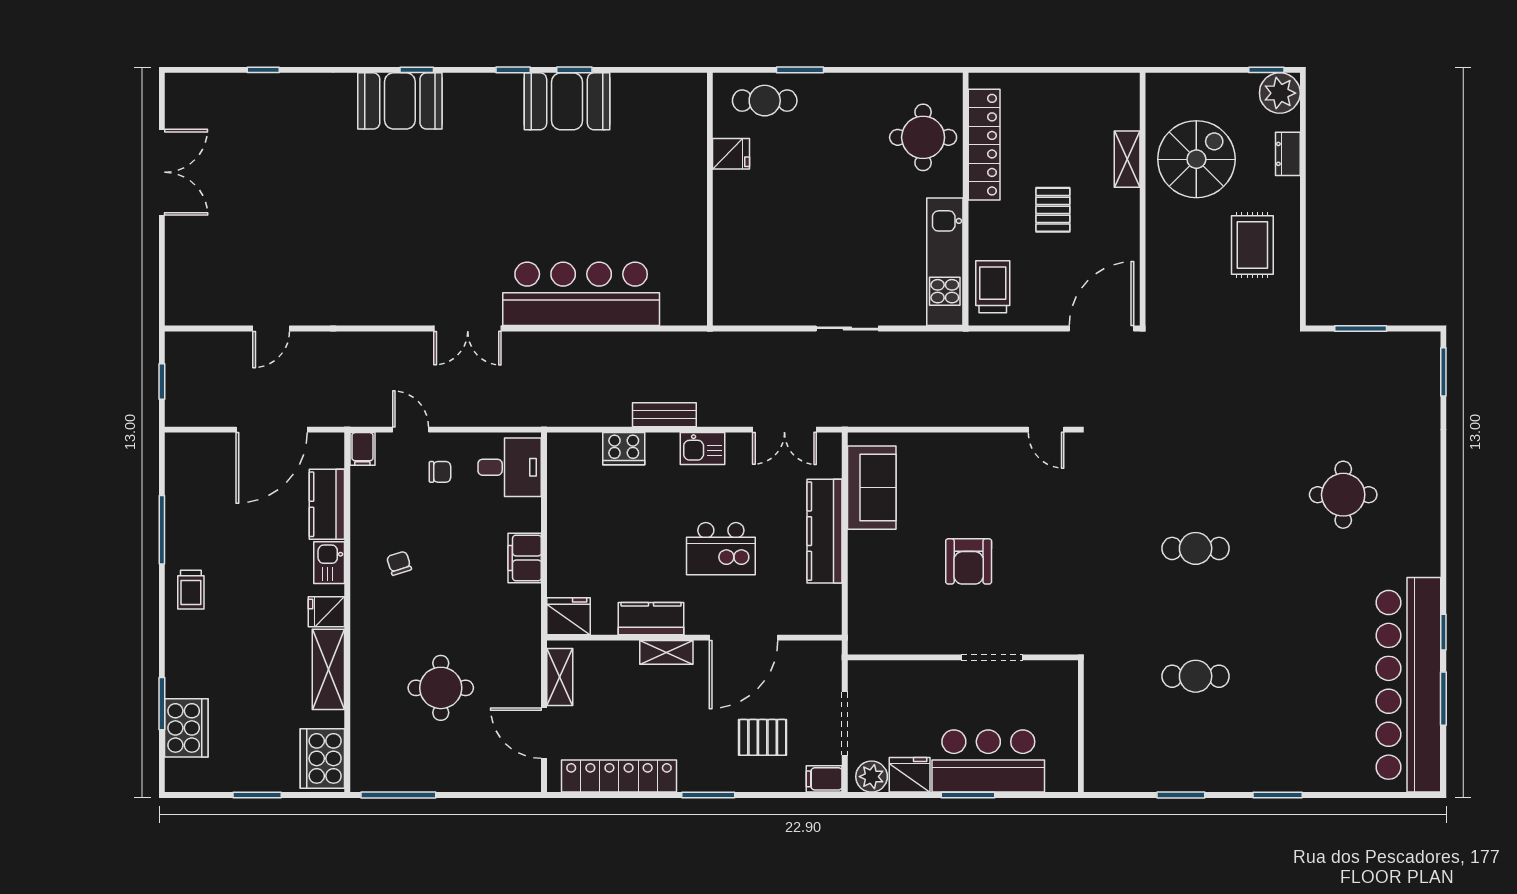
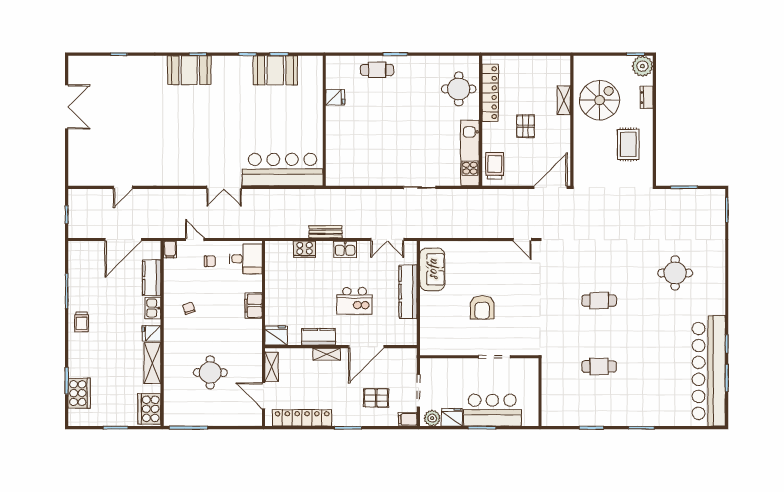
fridge: (731, 154) -> (335, 97), moved
wall: (710, 199) -> (324, 121), moved

